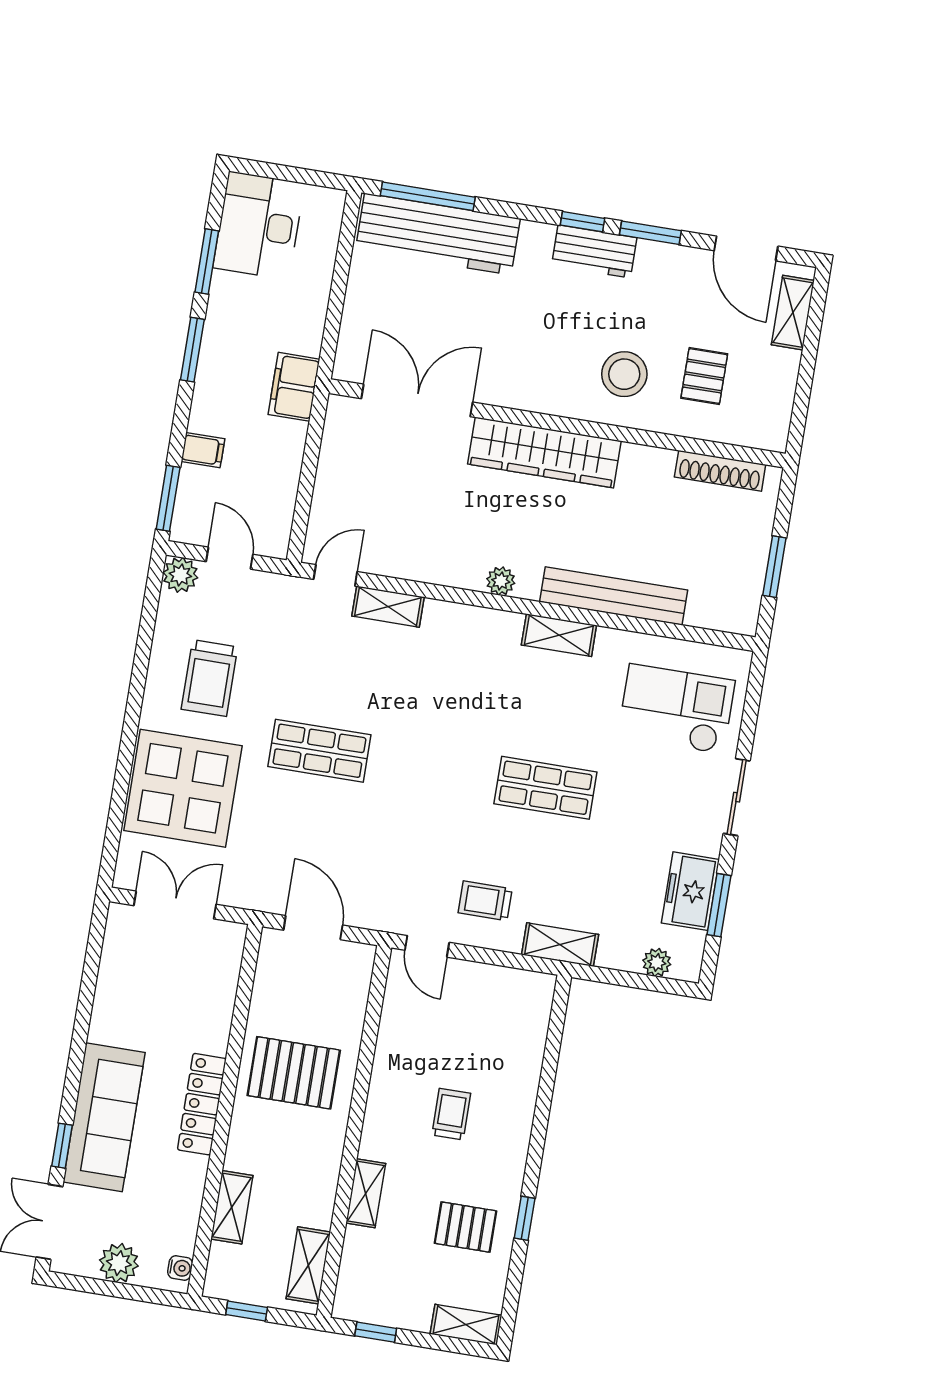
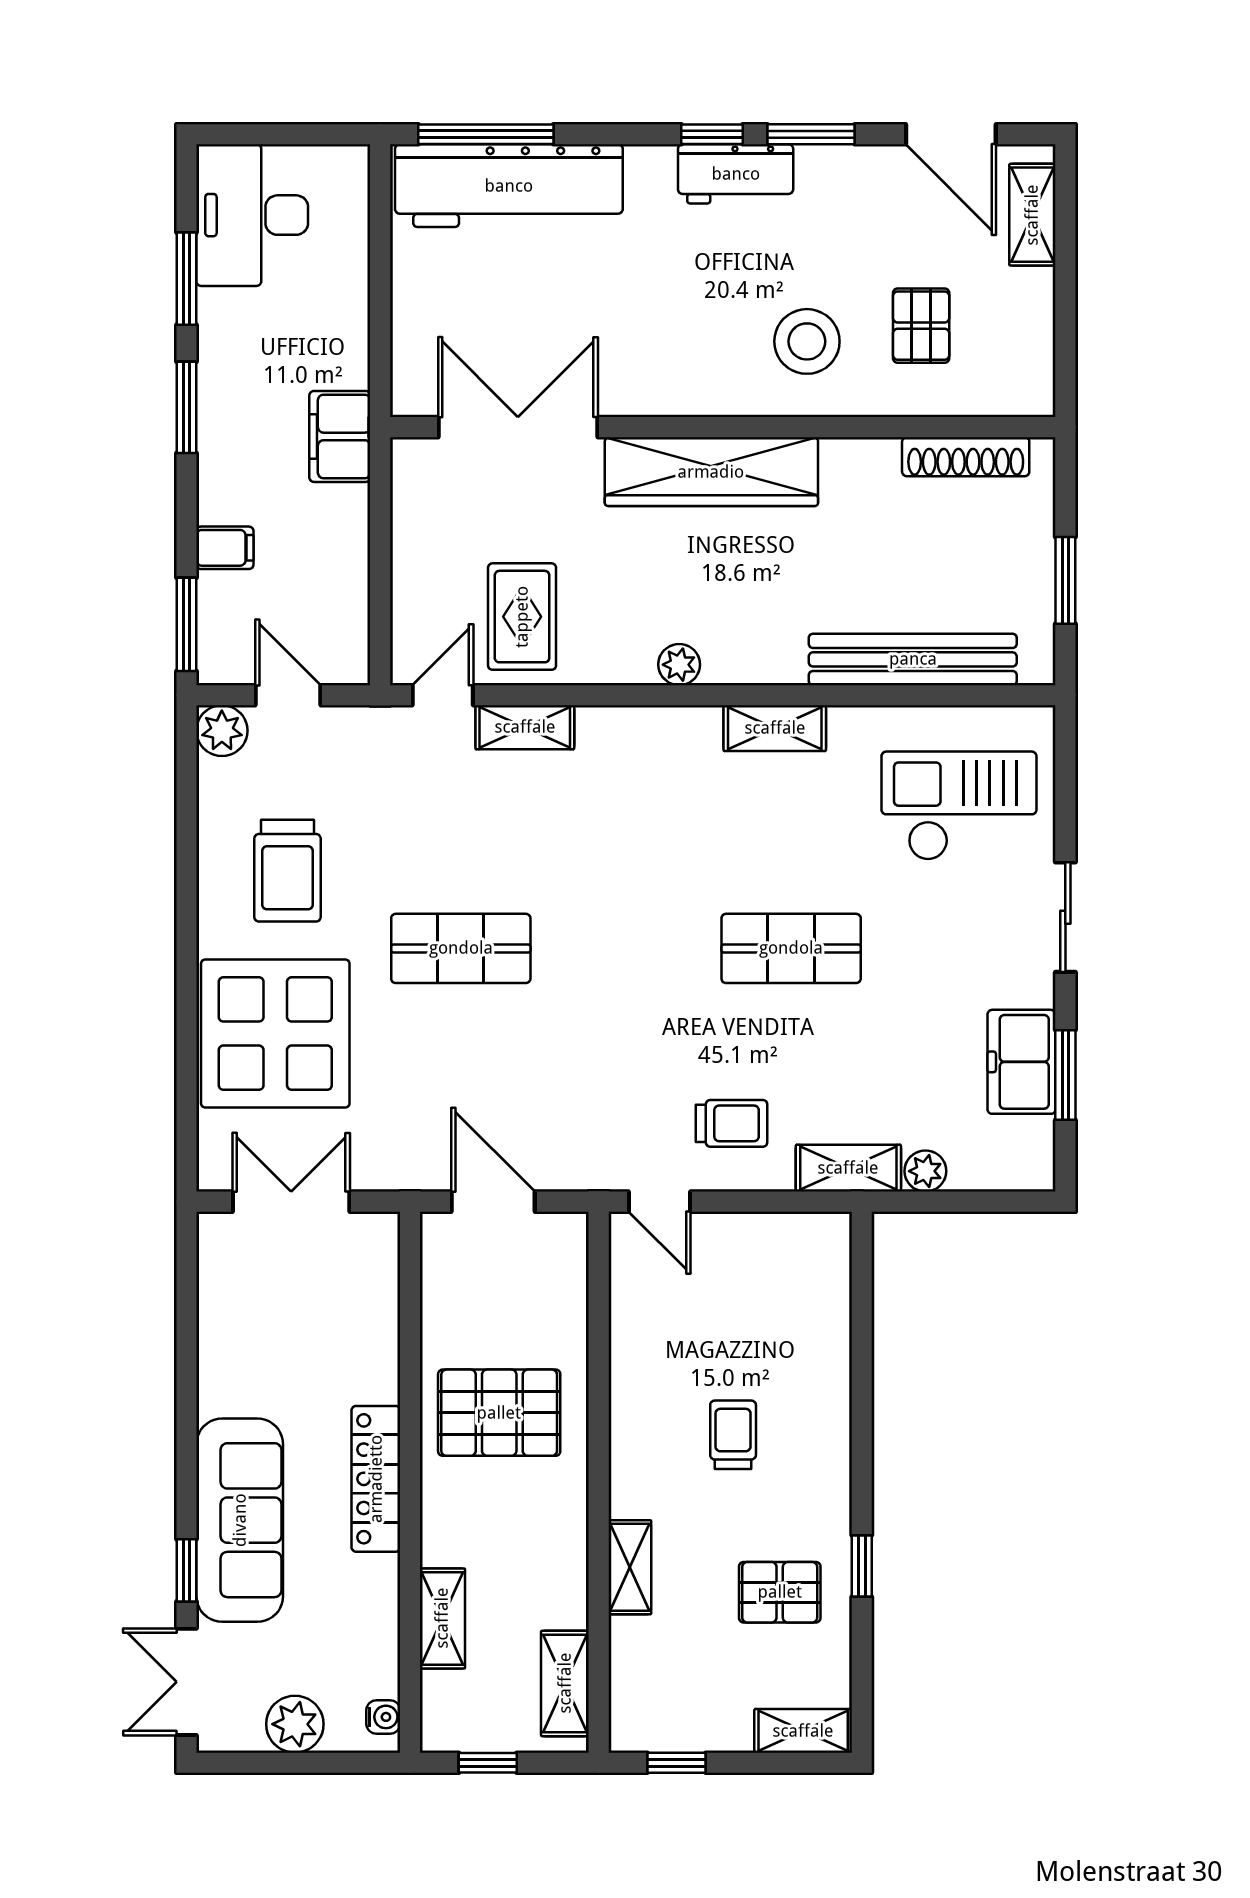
rug: (399, 530) -> (522, 617), added
bench: (614, 596) -> (913, 659), moved
trolley: (485, 901) -> (732, 1123), turned 180
plant: (657, 962) -> (925, 1171), moved

